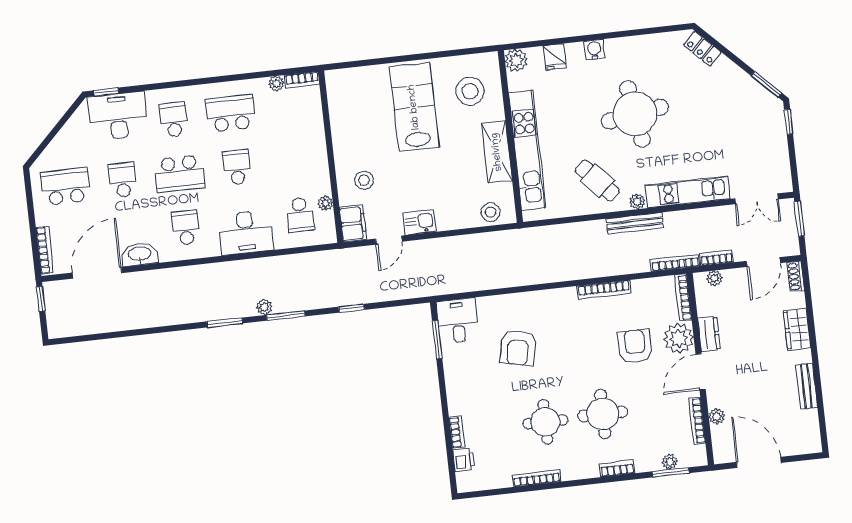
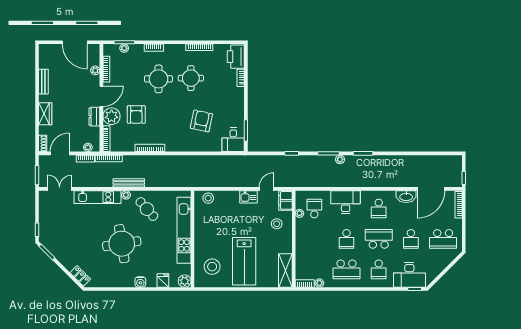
shelving: (497, 152) -> (285, 270), moved
printer: (464, 460) -> (236, 57), width x1.87, depth x1.48

